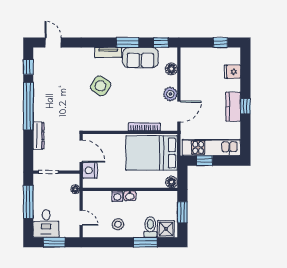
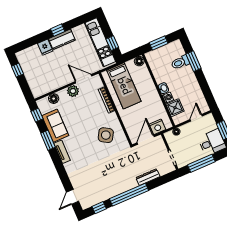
fridge: (232, 72) -> (45, 47), moved
side table: (101, 86) -> (106, 135), moved
bed: (152, 153) -> (124, 86), width x0.67
stool: (118, 224) -> (189, 88), removed
shower: (166, 229) -> (175, 108), moved

